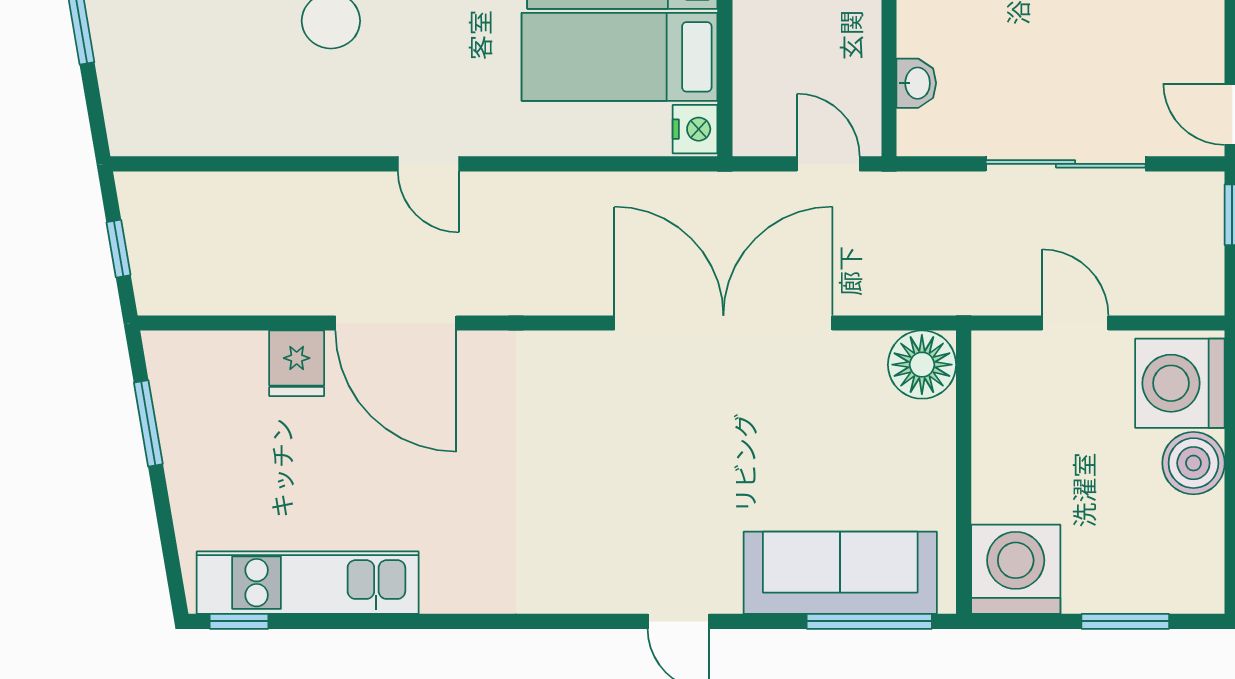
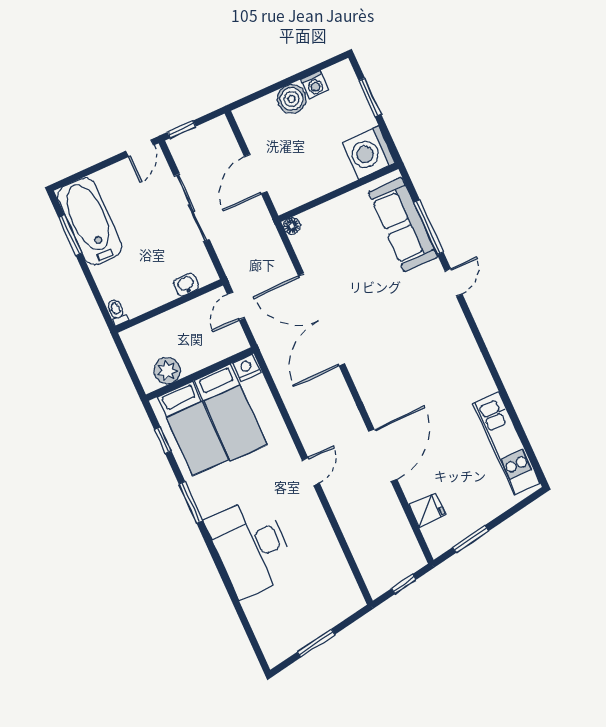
door: (1075, 323) -> (256, 174), width x1.37
fridge: (297, 363) -> (427, 510), moved
floor lamp: (922, 365) -> (292, 226), width x0.53, depth x0.53
washing machine: (1180, 383) -> (315, 85), moved, width x0.53, depth x0.53
window: (239, 621) -> (536, 464), removed
window: (869, 621) -> (428, 227), moved

